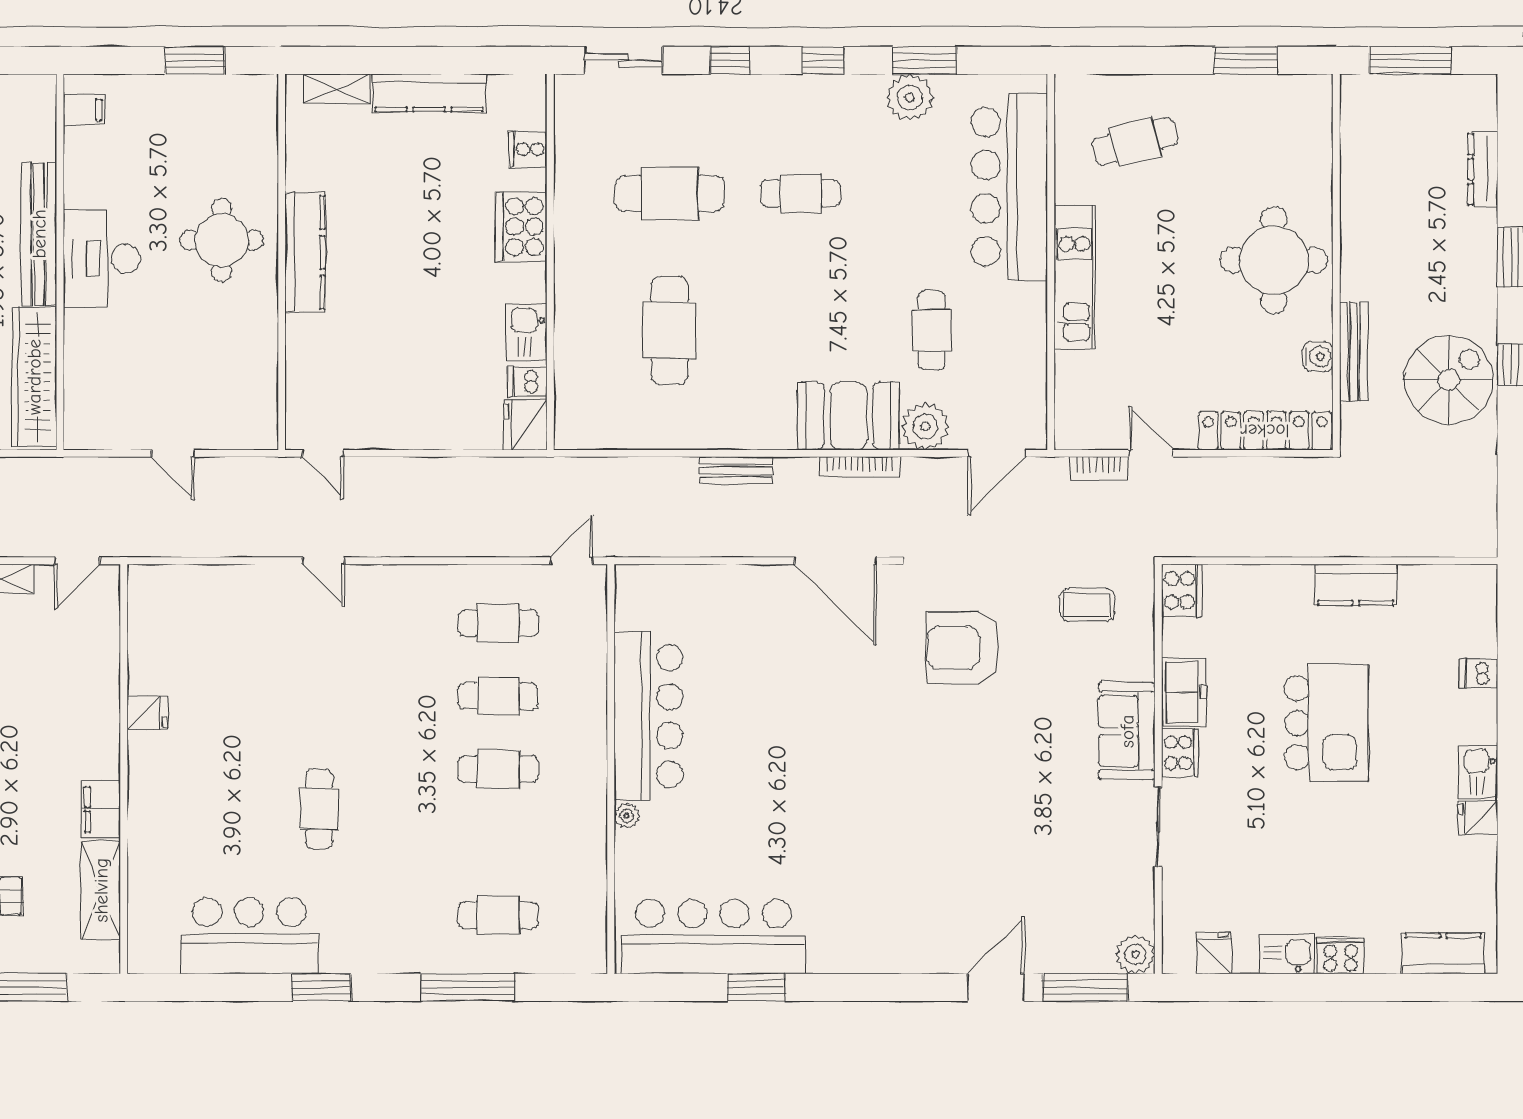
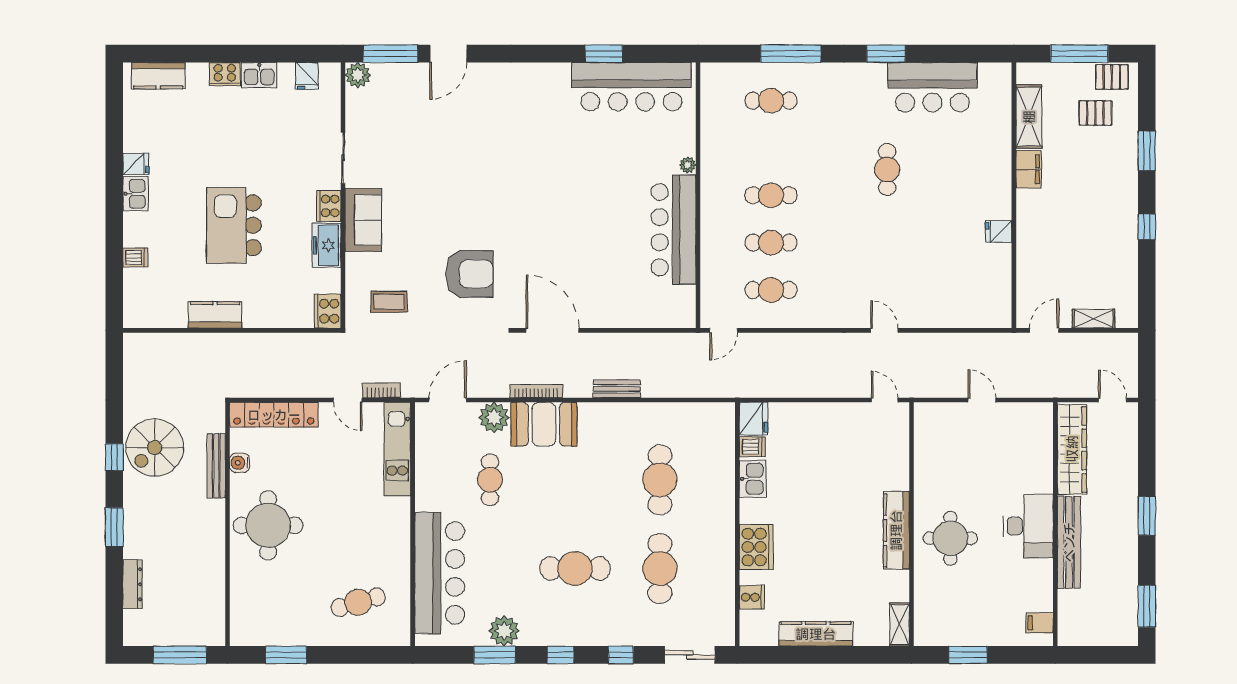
shelving: (336, 89) -> (900, 625), moved, turned 90
cafe table: (670, 194) -> (660, 569), turned 90
cafe table: (801, 194) -> (575, 569), width x1.37, depth x1.35
kitchen unit: (1075, 277) -> (397, 449), moved

